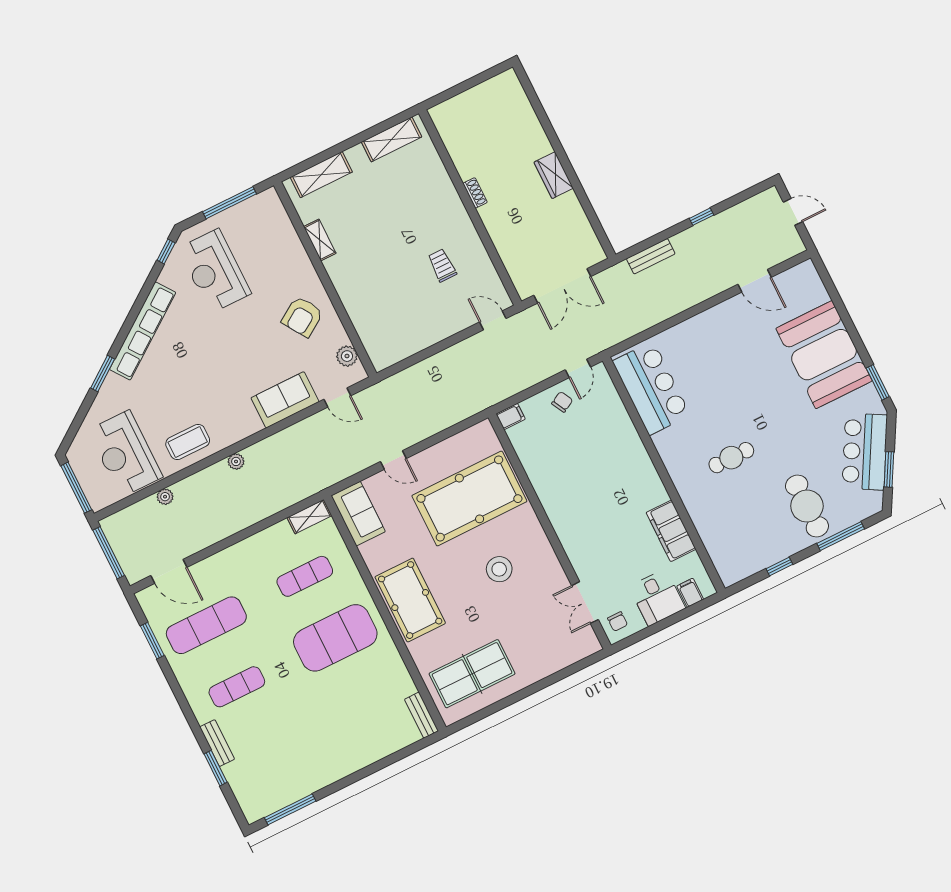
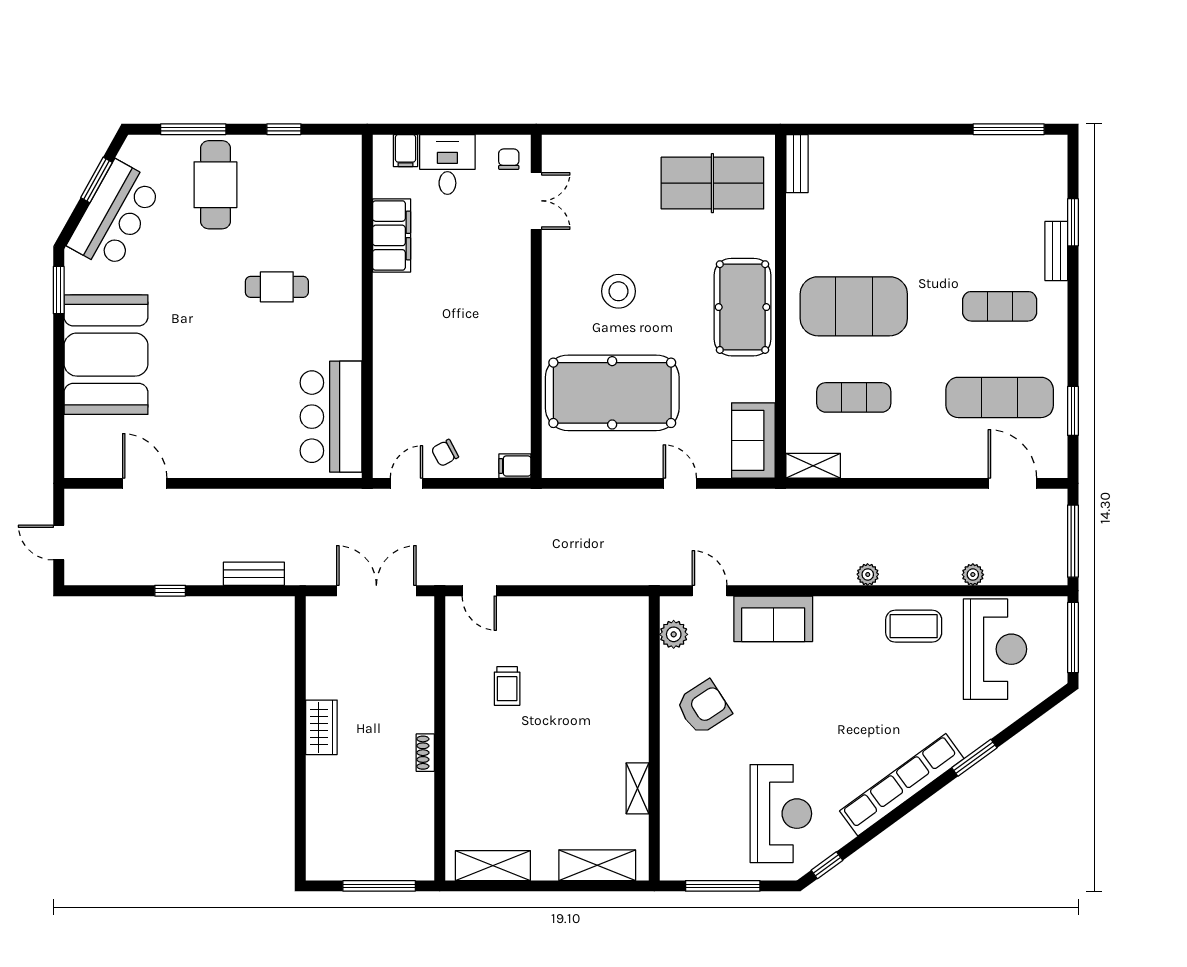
window: (462, 87) -> (379, 886), added

